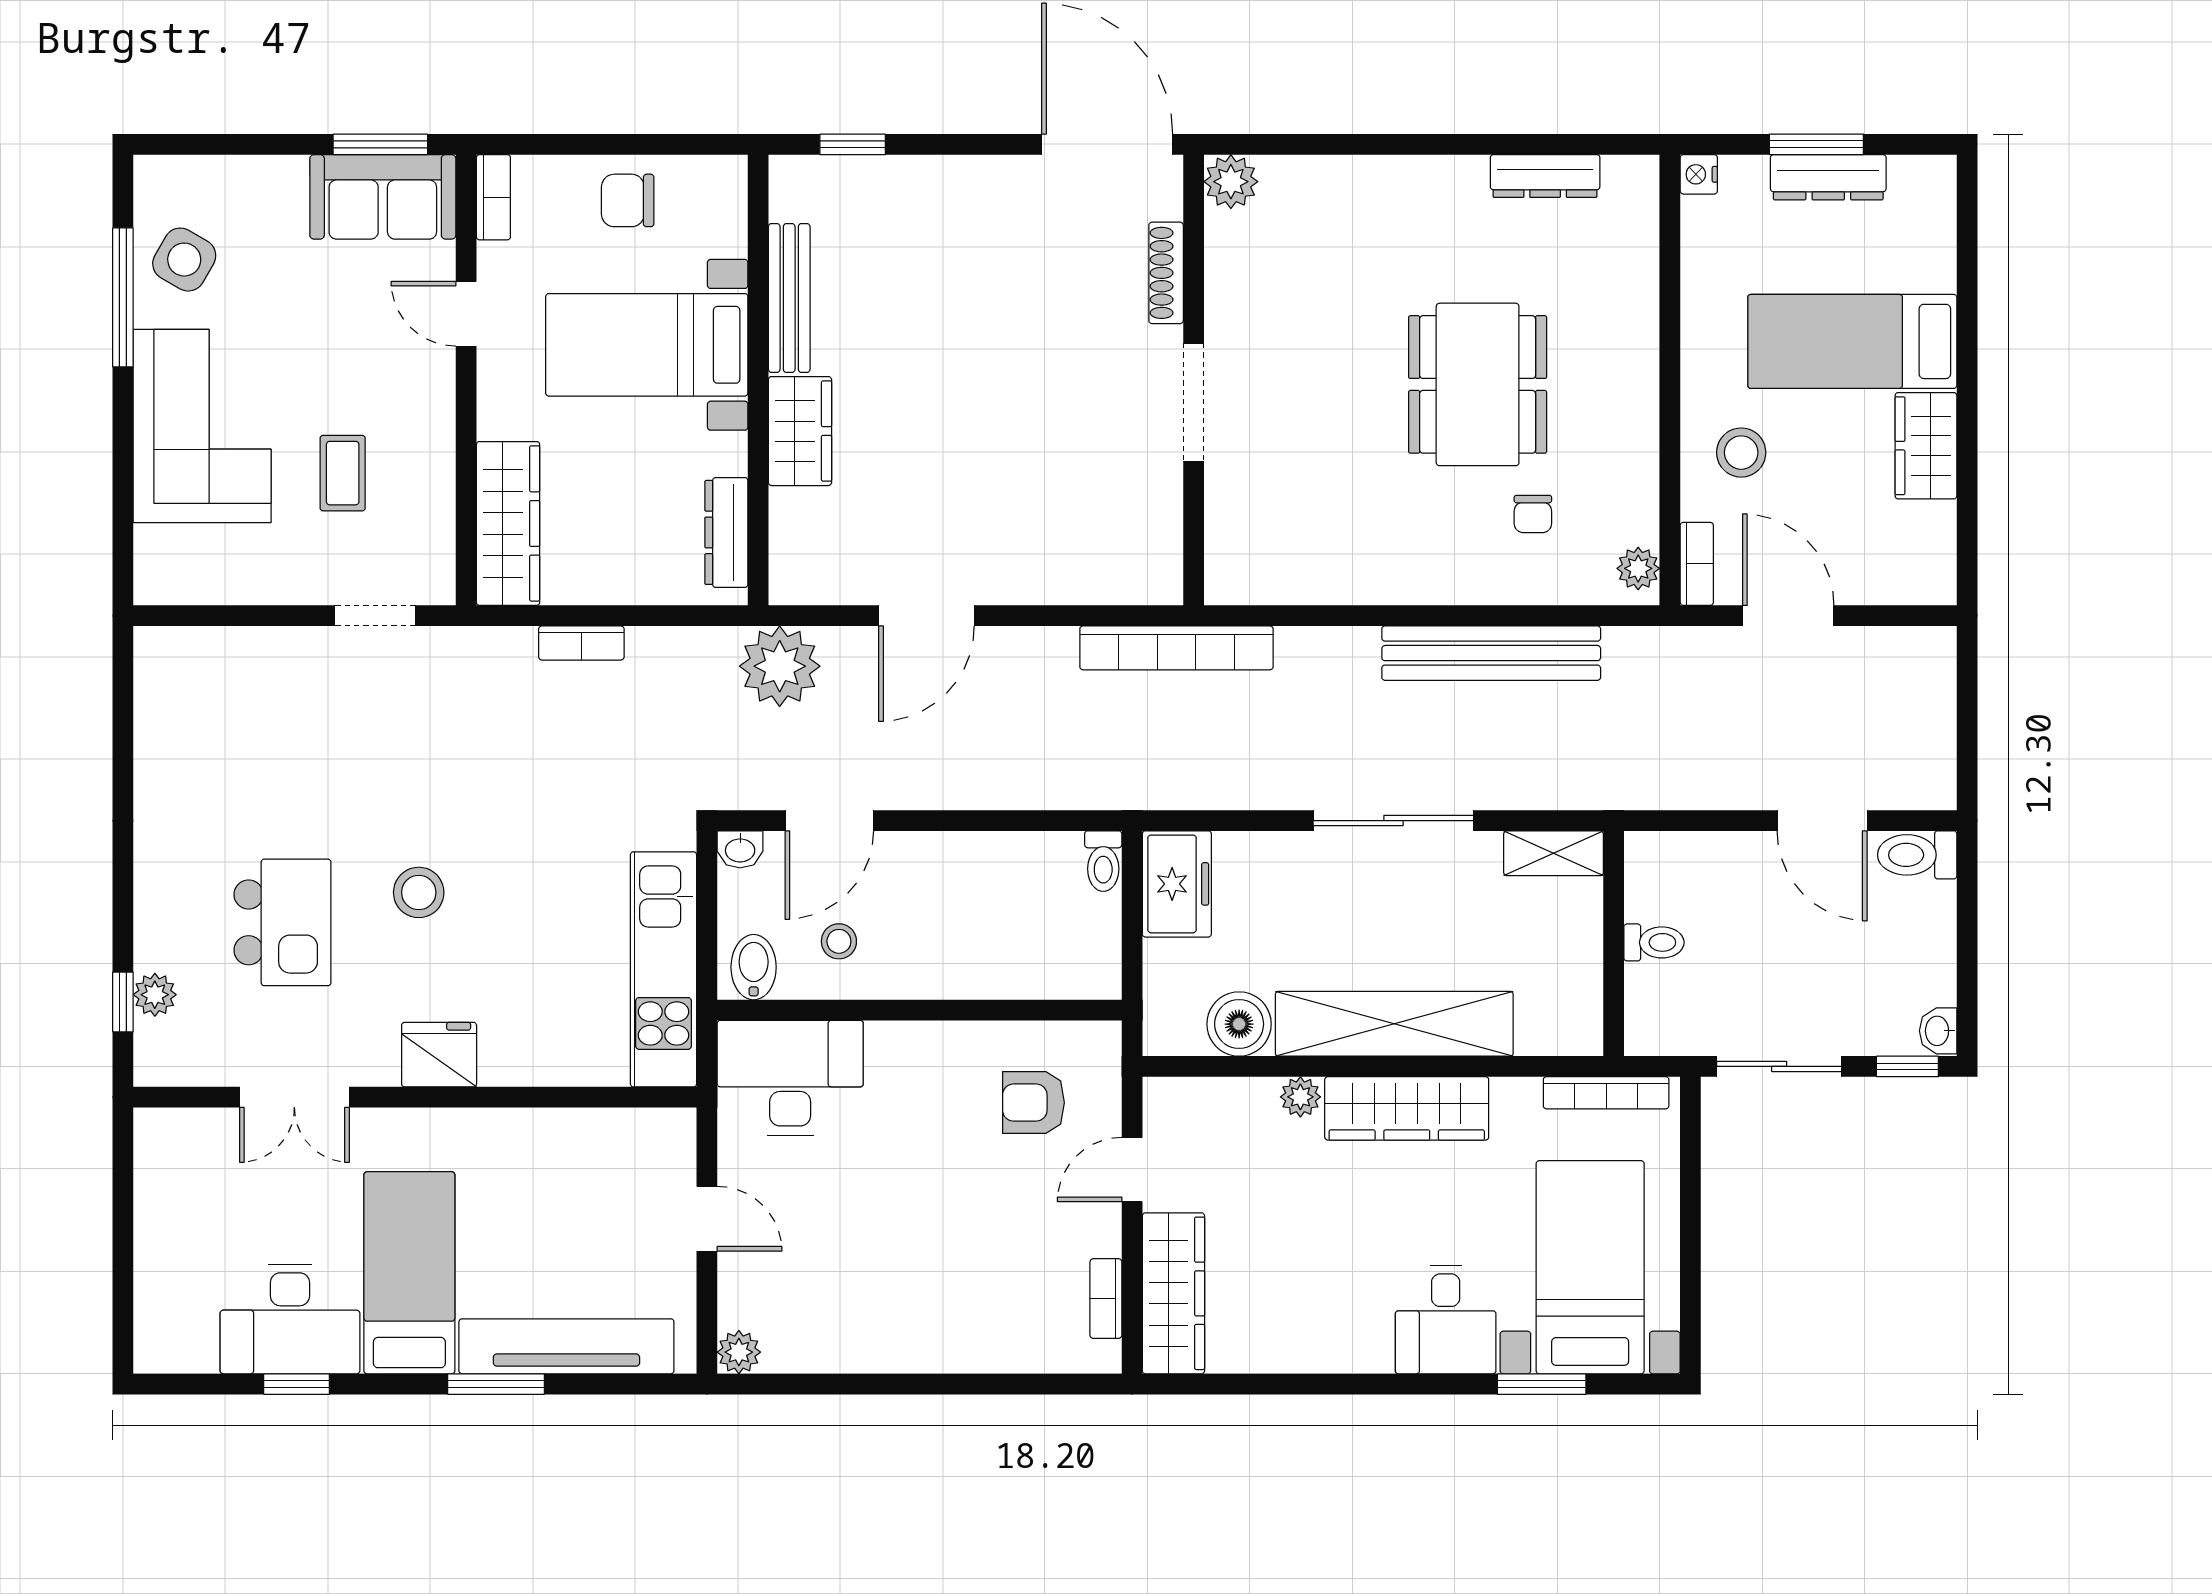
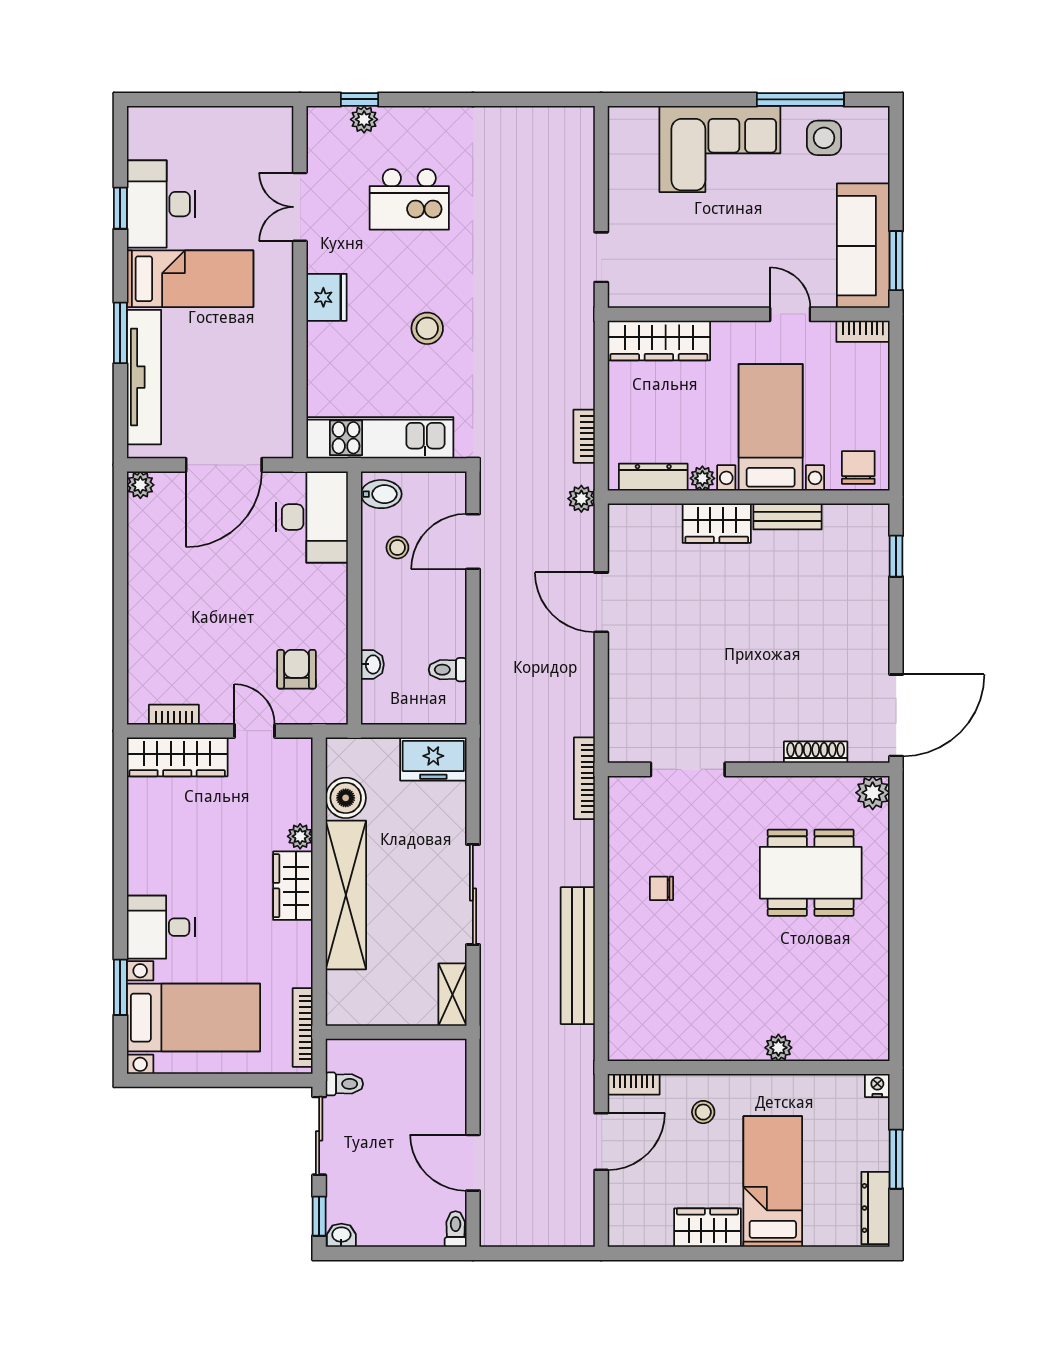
dresser: (1545, 176) -> (876, 989), removed
dresser: (1828, 177) -> (875, 1208), moved
sofa: (383, 197) -> (863, 246), width x1.36
chair: (628, 200) -> (858, 467), moved
side table: (184, 260) -> (824, 138), turned -30
bench: (789, 298) -> (787, 516), width x0.73
door: (466, 314) -> (790, 314), hinge flipped
dining table: (1478, 384) -> (811, 873), moved
doorway: (1194, 402) -> (688, 769), moved
stool: (1741, 453) -> (703, 1112), width x0.73, depth x0.73
plant: (728, 454) -> (702, 478), added
coffee table: (343, 473) -> (690, 237), removed
chair: (1533, 514) -> (661, 888), moved
plant: (1638, 568) -> (778, 1048), moved
bookcase: (581, 643) -> (584, 436), moved
bookcase: (1176, 648) -> (584, 778), width x0.68, depth x0.76
plant: (780, 666) -> (581, 499), width x0.53, depth x0.53
door: (829, 821) -> (473, 542), hinge flipped
door: (1822, 821) -> (473, 1163), hinge flipped
washbasin: (740, 849) -> (372, 664), moved, turned 180
toilet: (1917, 855) -> (456, 1229), width x0.73, depth x0.72
toilet: (1103, 861) -> (448, 670), moved
stool: (419, 892) -> (427, 328), moved
toilet: (1654, 942) -> (344, 1084), moved, turned -90
wardrobe: (1407, 1108) -> (293, 886), width x0.67
door: (707, 1219) -> (224, 465), width x1.88

